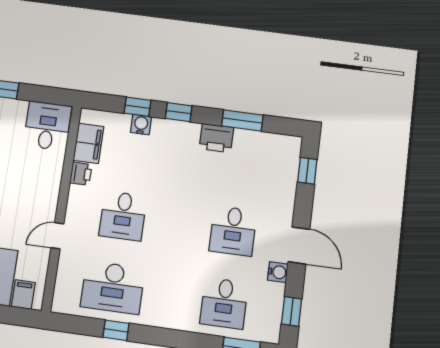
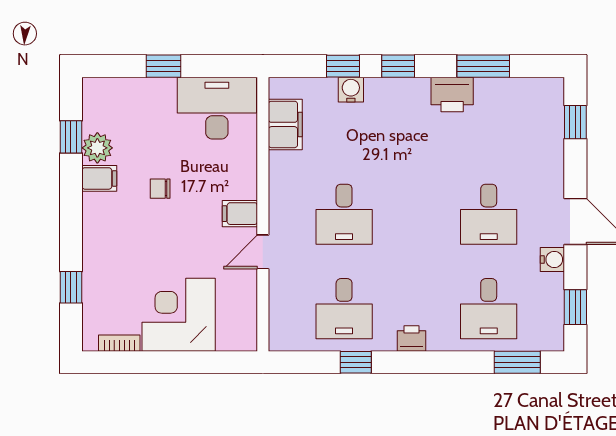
desk: (47, 126) -> (217, 108), width x1.37
printer: (81, 174) -> (411, 338), moved, turned -90
desk: (113, 288) -> (344, 309), width x0.73
filing cabinet: (23, 295) -> (240, 214), moved, turned -90

